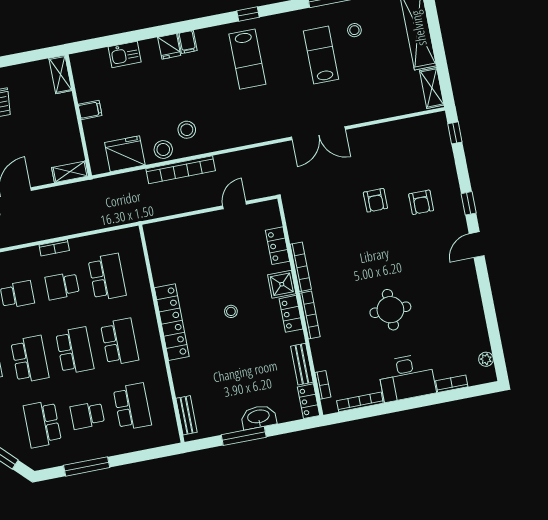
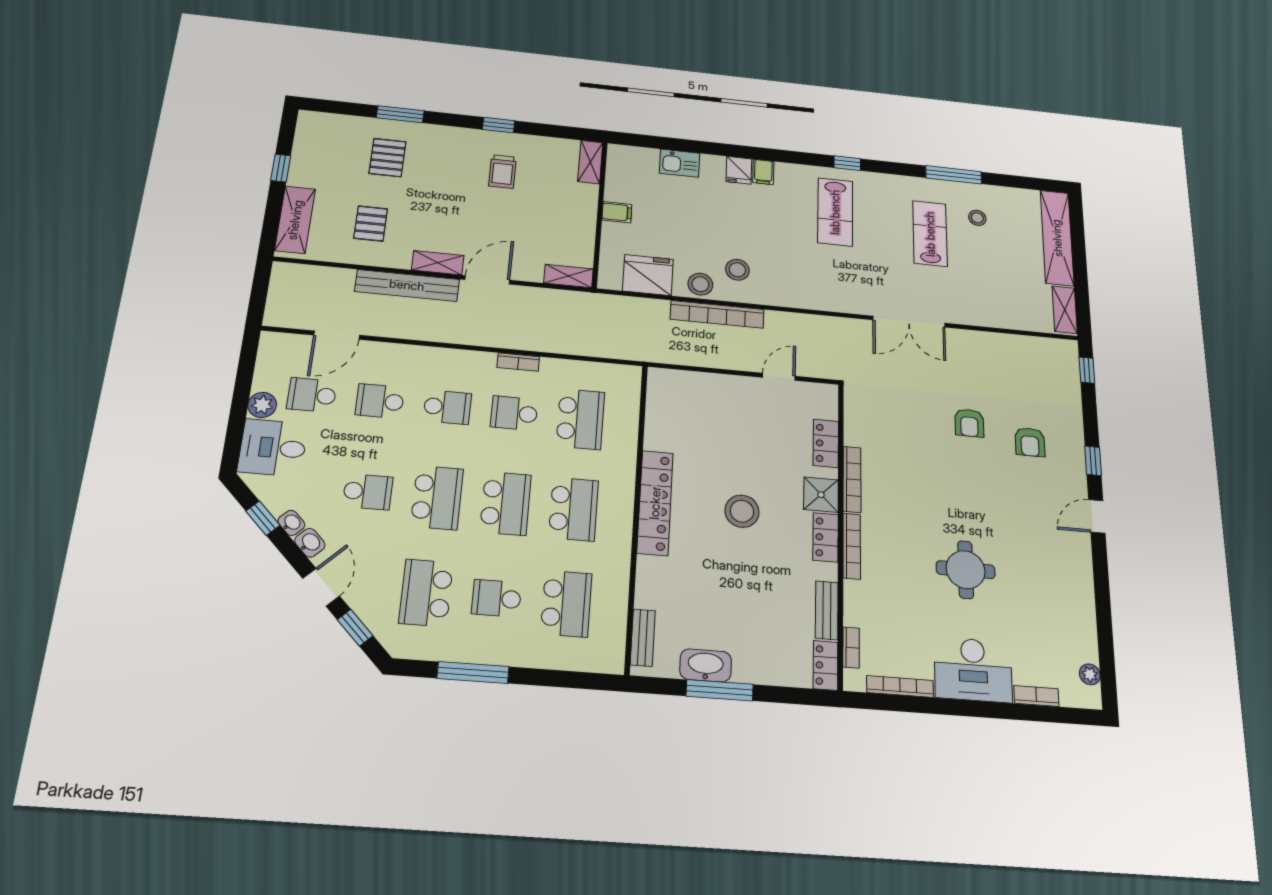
stool: (231, 311) -> (742, 511), width x1.89, depth x1.89
washbasin: (259, 417) -> (706, 665), moved

